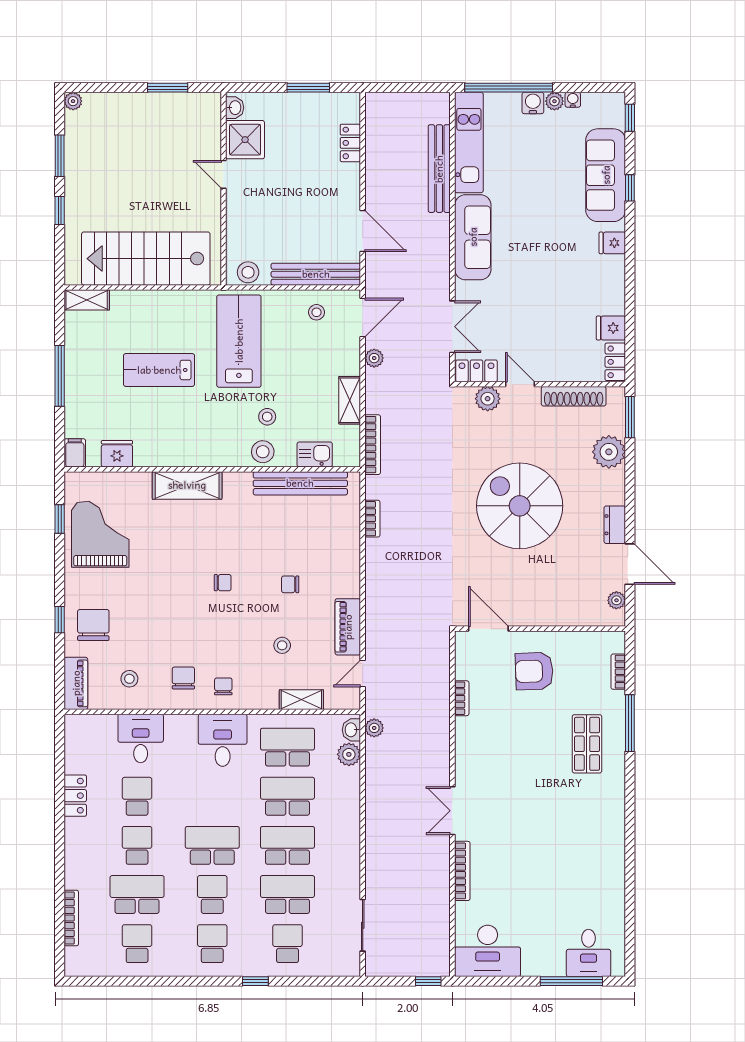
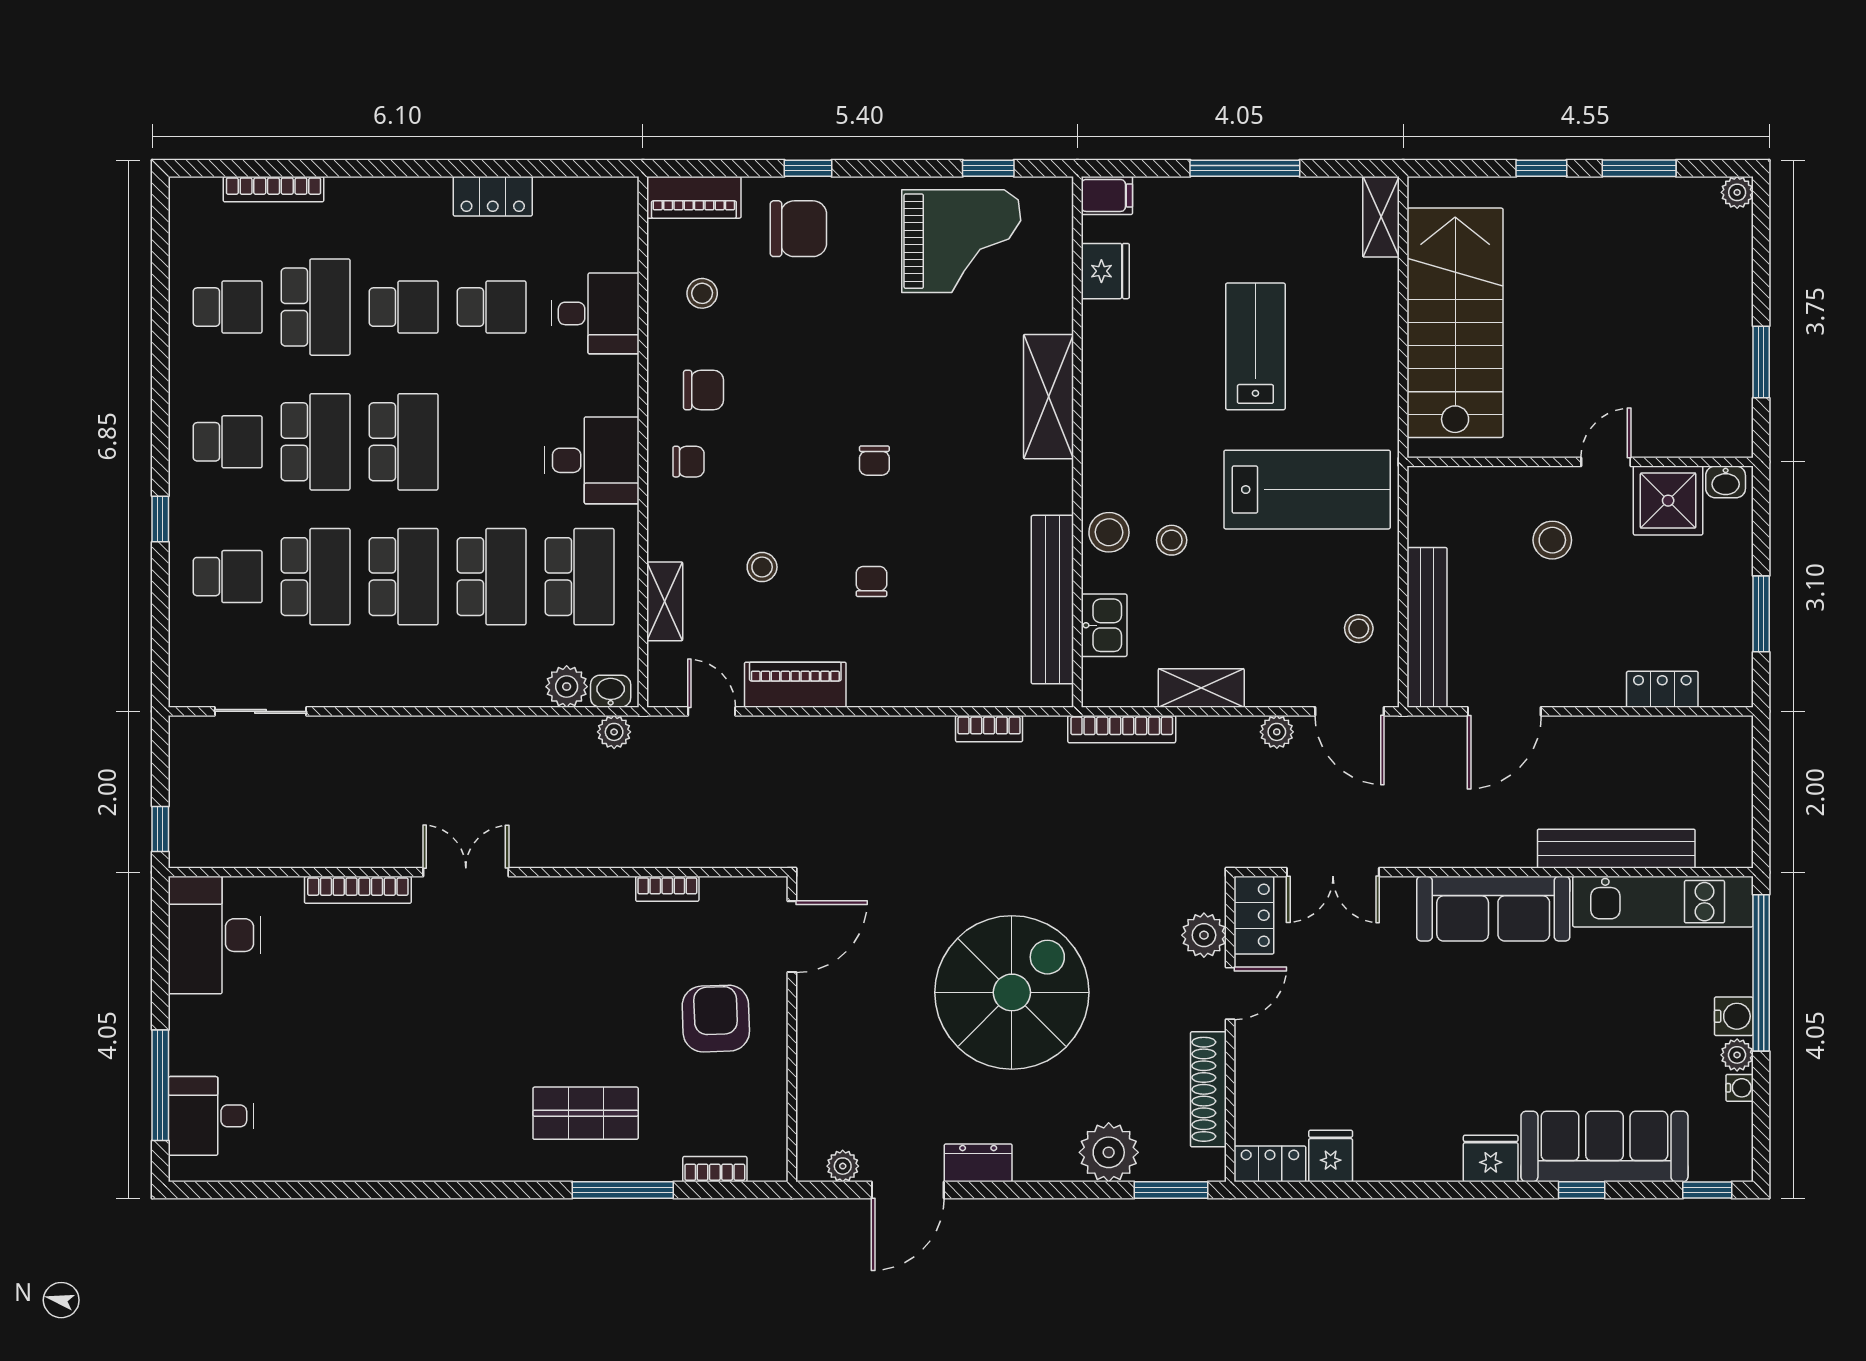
fridge: (612, 243) -> (1491, 1159), width x1.38
stool: (248, 272) -> (1552, 540), moved
school desk: (212, 895) -> (316, 442), width x1.85

